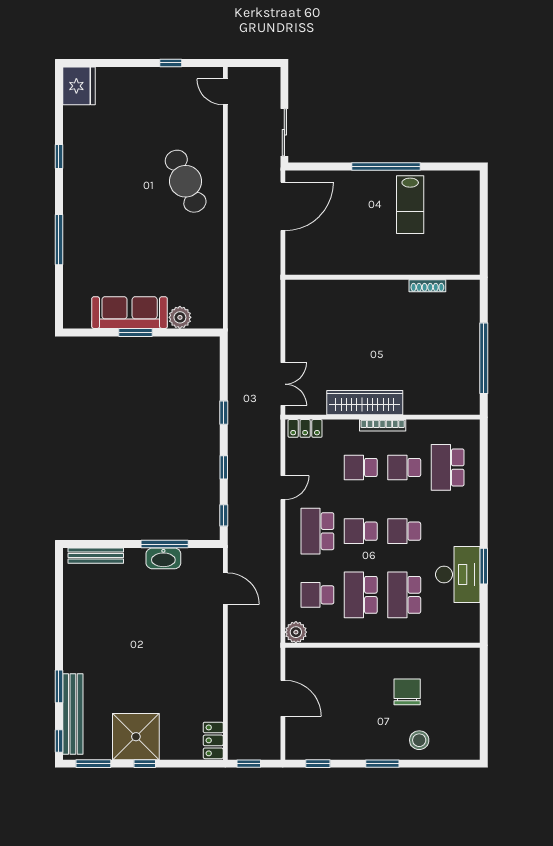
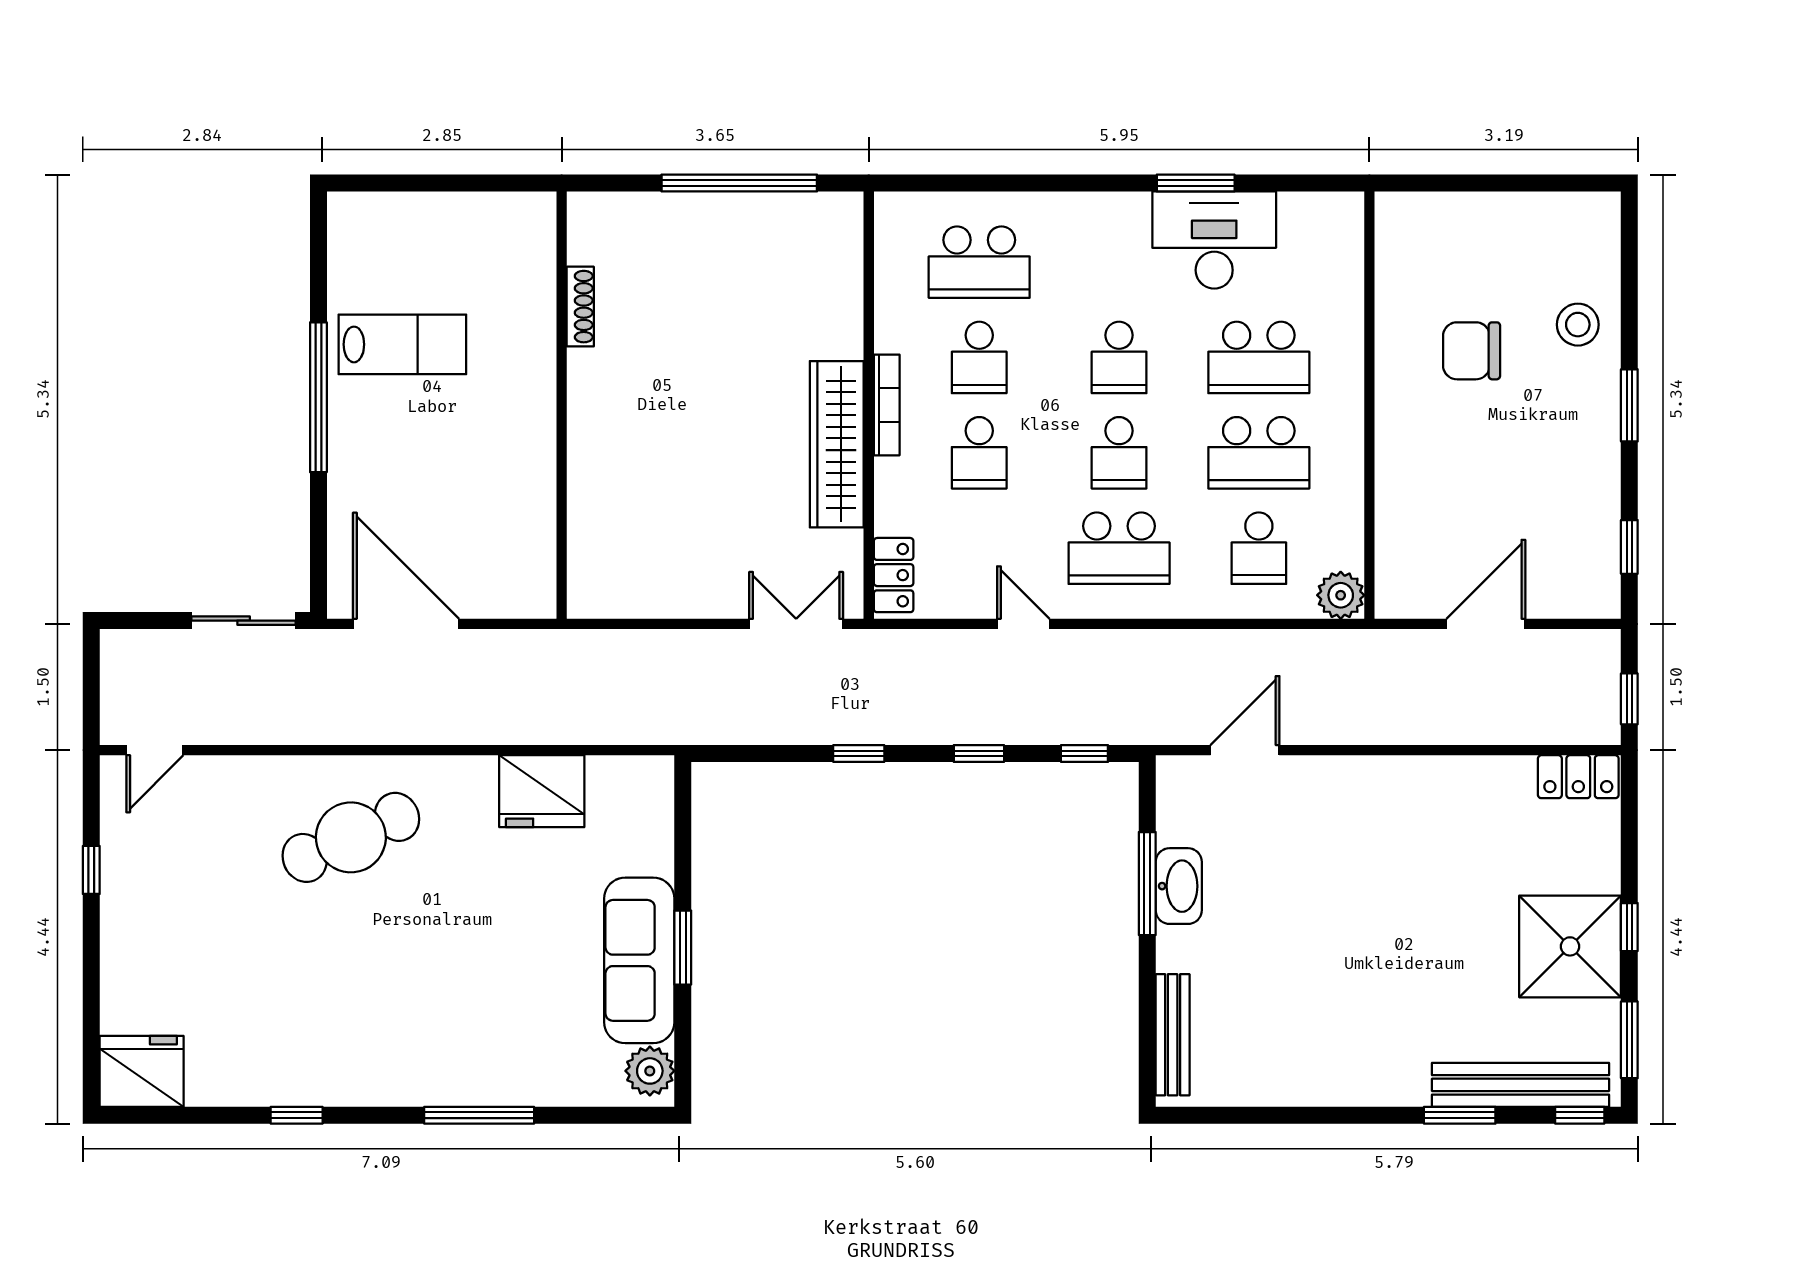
fridge: (207, 268) -> (542, 791), added
plant: (180, 317) -> (650, 1071), moved

